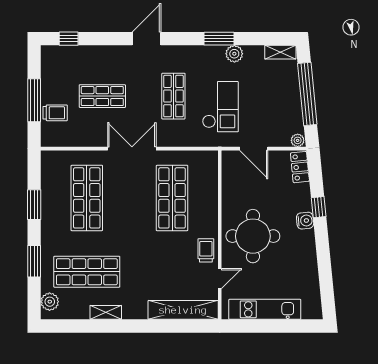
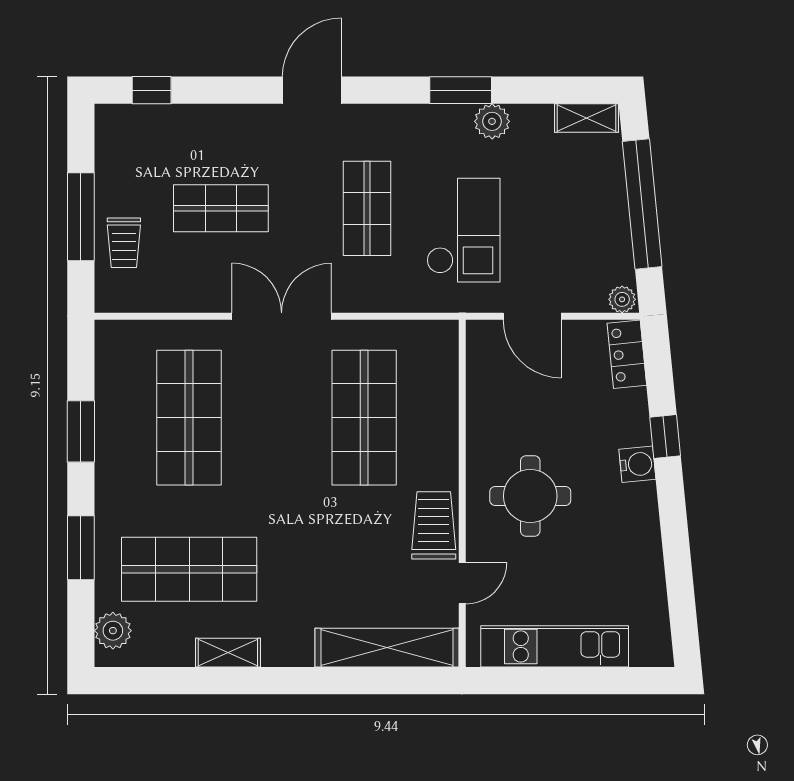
trolley: (55, 113) -> (124, 243), turned 90
round table: (253, 236) -> (530, 496), width x0.73, depth x0.73
trolley: (206, 250) -> (434, 525), width x1.36, depth x1.39

